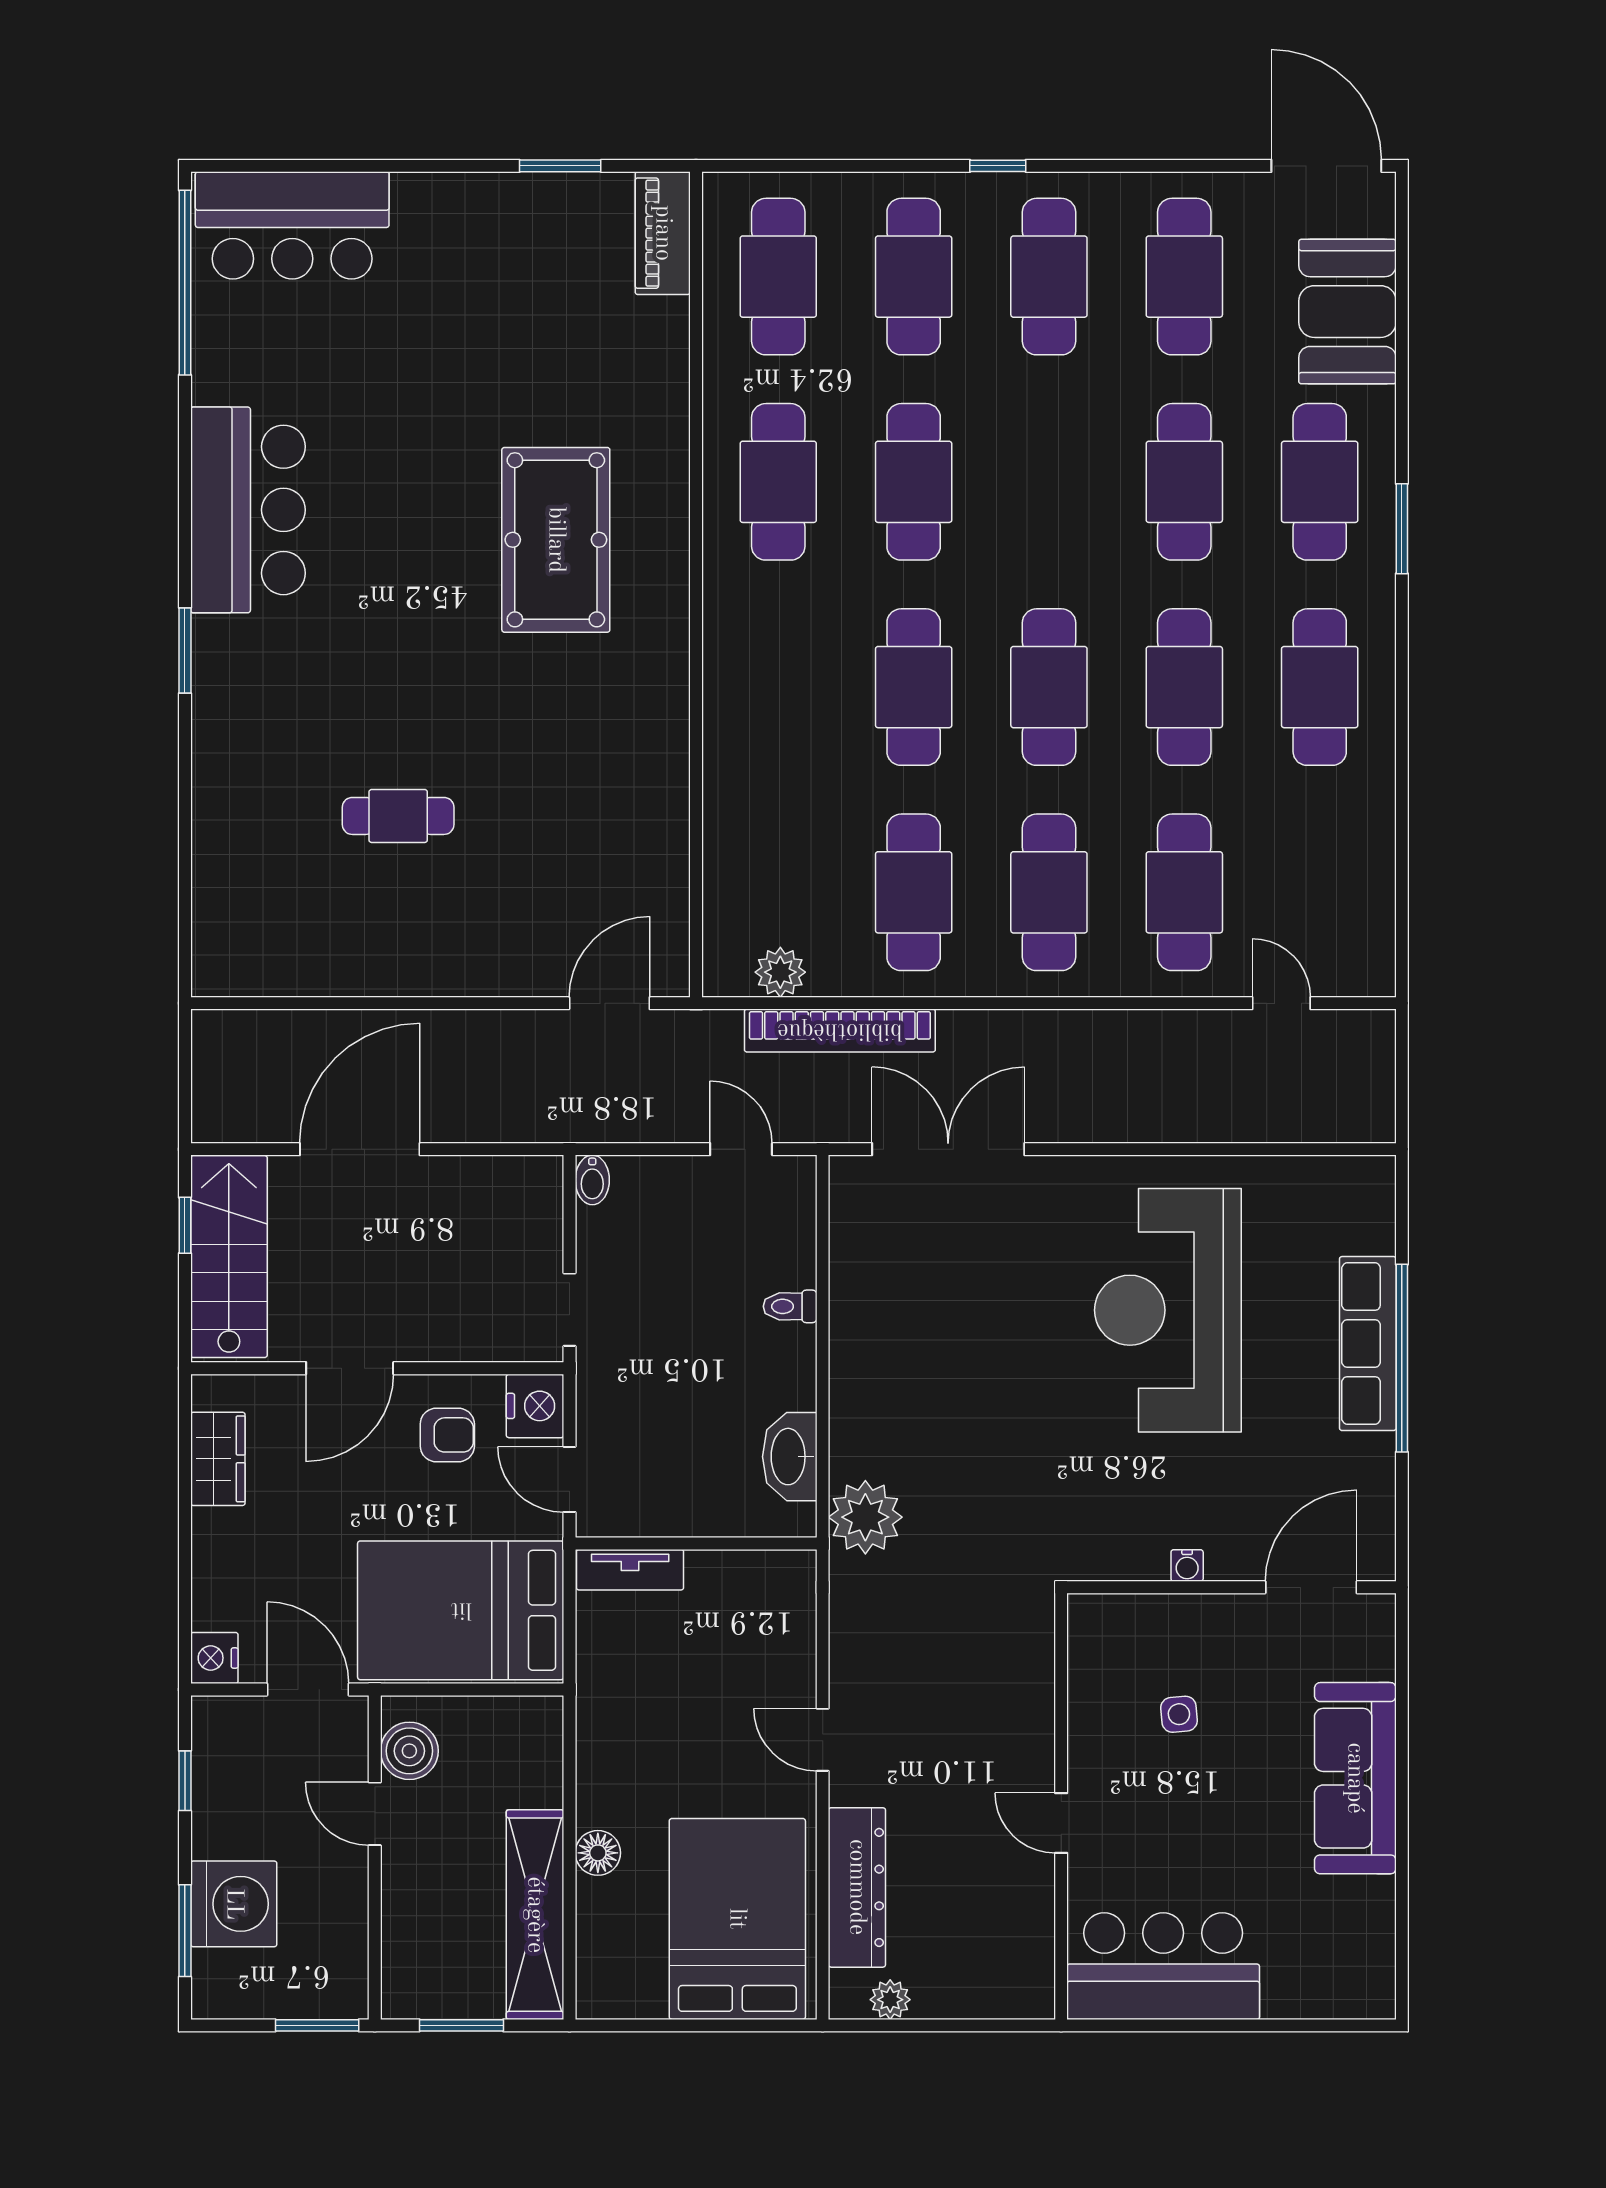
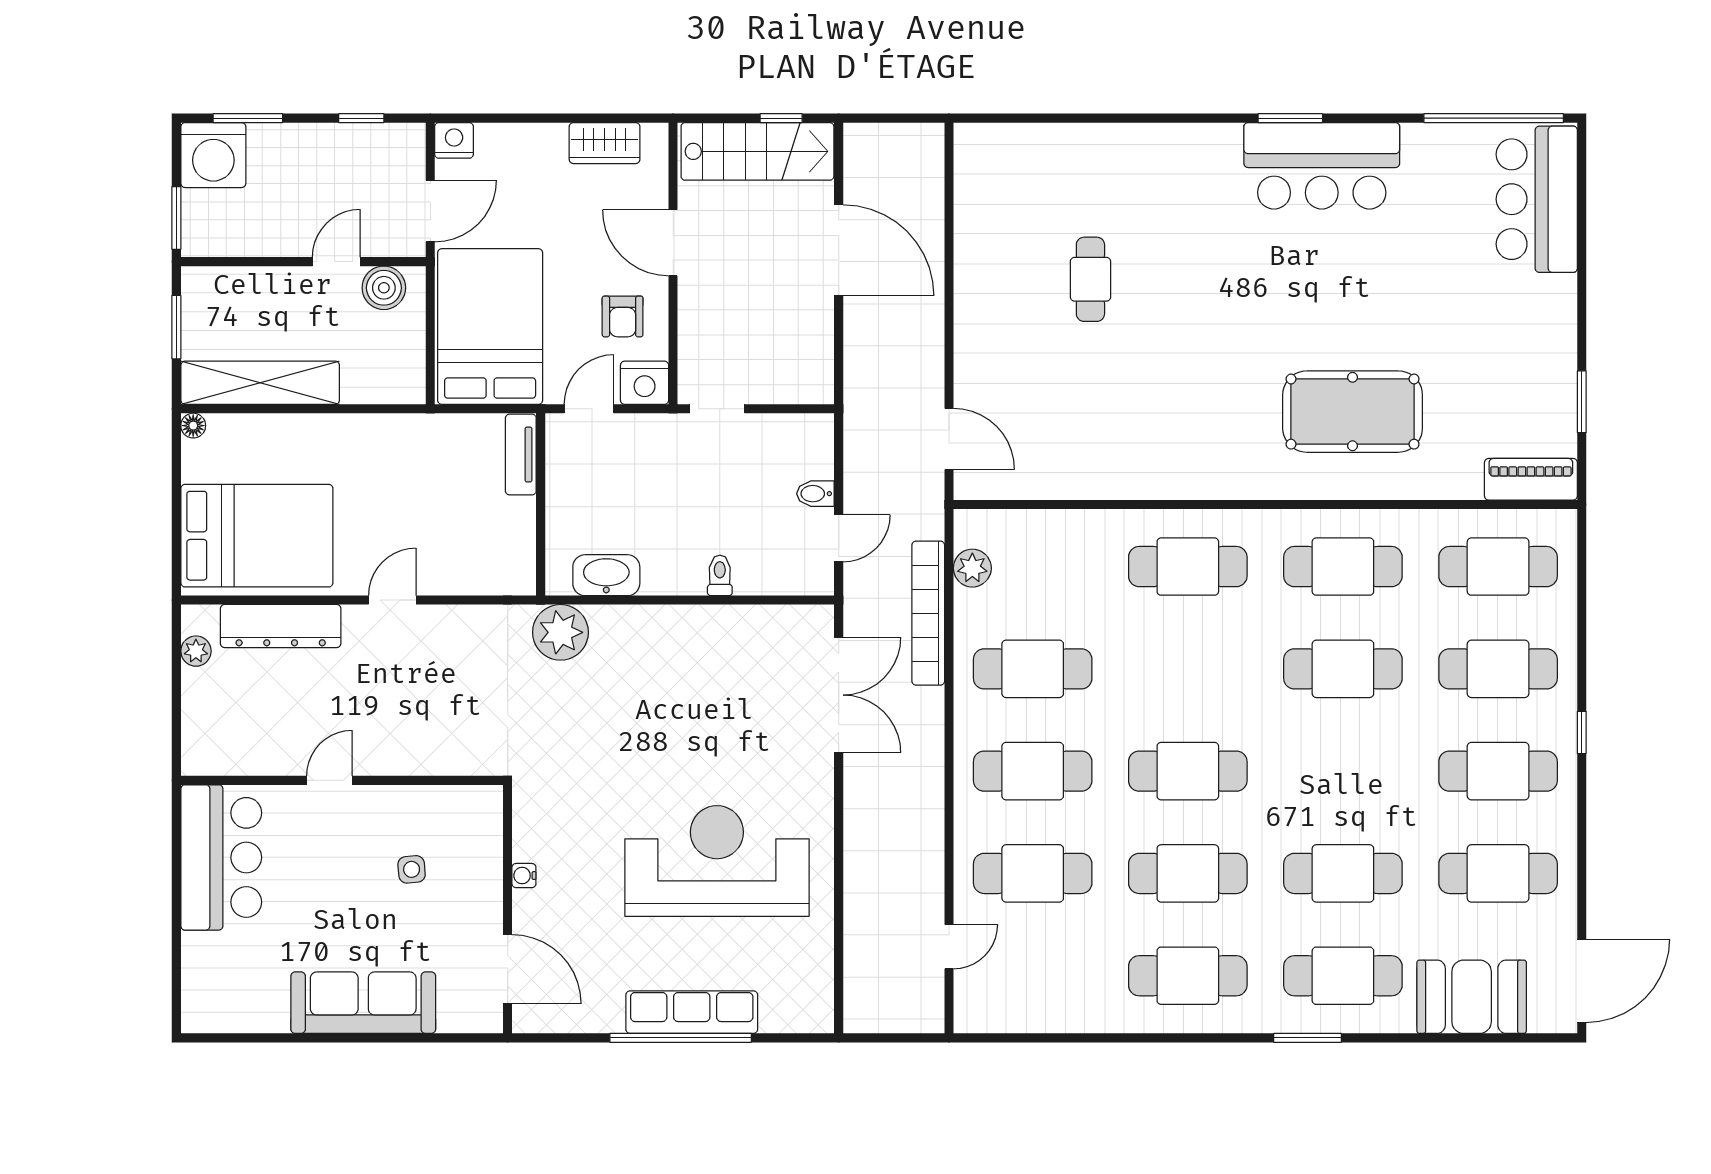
pool table: (556, 540) -> (1353, 412), moved
window: (185, 651) -> (1290, 118), moved
cafe table: (914, 687) -> (1188, 567), moved
bidet: (592, 1180) -> (815, 494), moved
floor lamp: (598, 1853) -> (193, 426), moved, width x0.73, depth x0.73
washing machine: (234, 1904) -> (213, 155), moved

